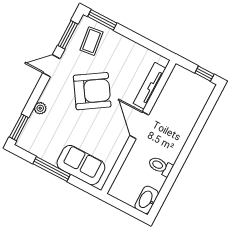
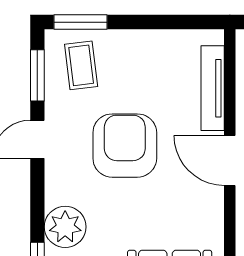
armchair: (92, 91) -> (125, 146), turned -57
plant: (40, 108) -> (65, 227), width x1.88, depth x1.88

